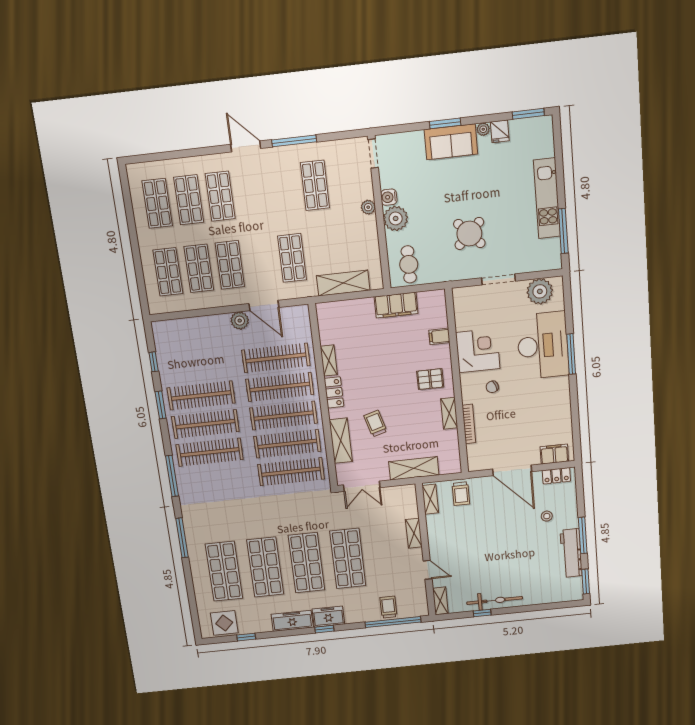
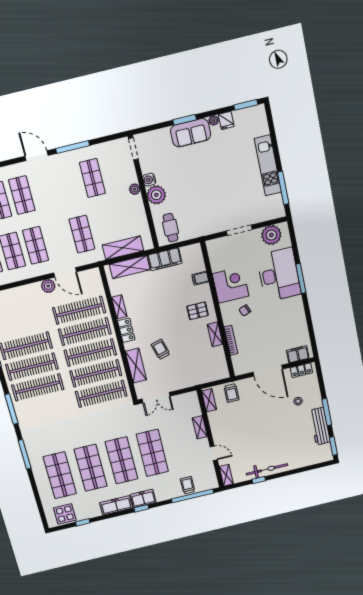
round table: (469, 234) -> (213, 199), removed
shelving: (414, 468) -> (130, 267), moved

